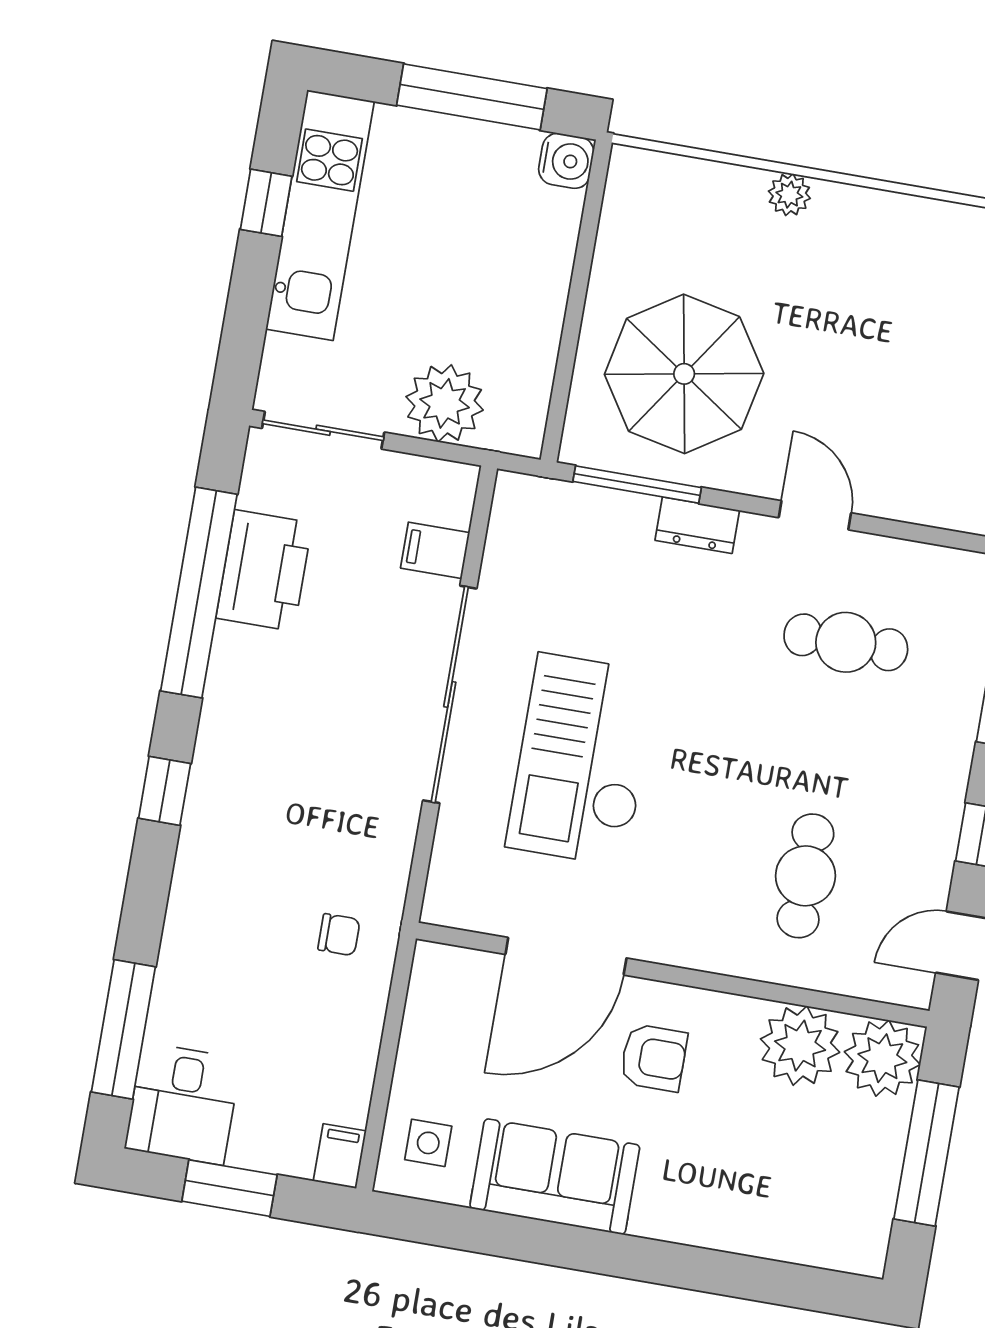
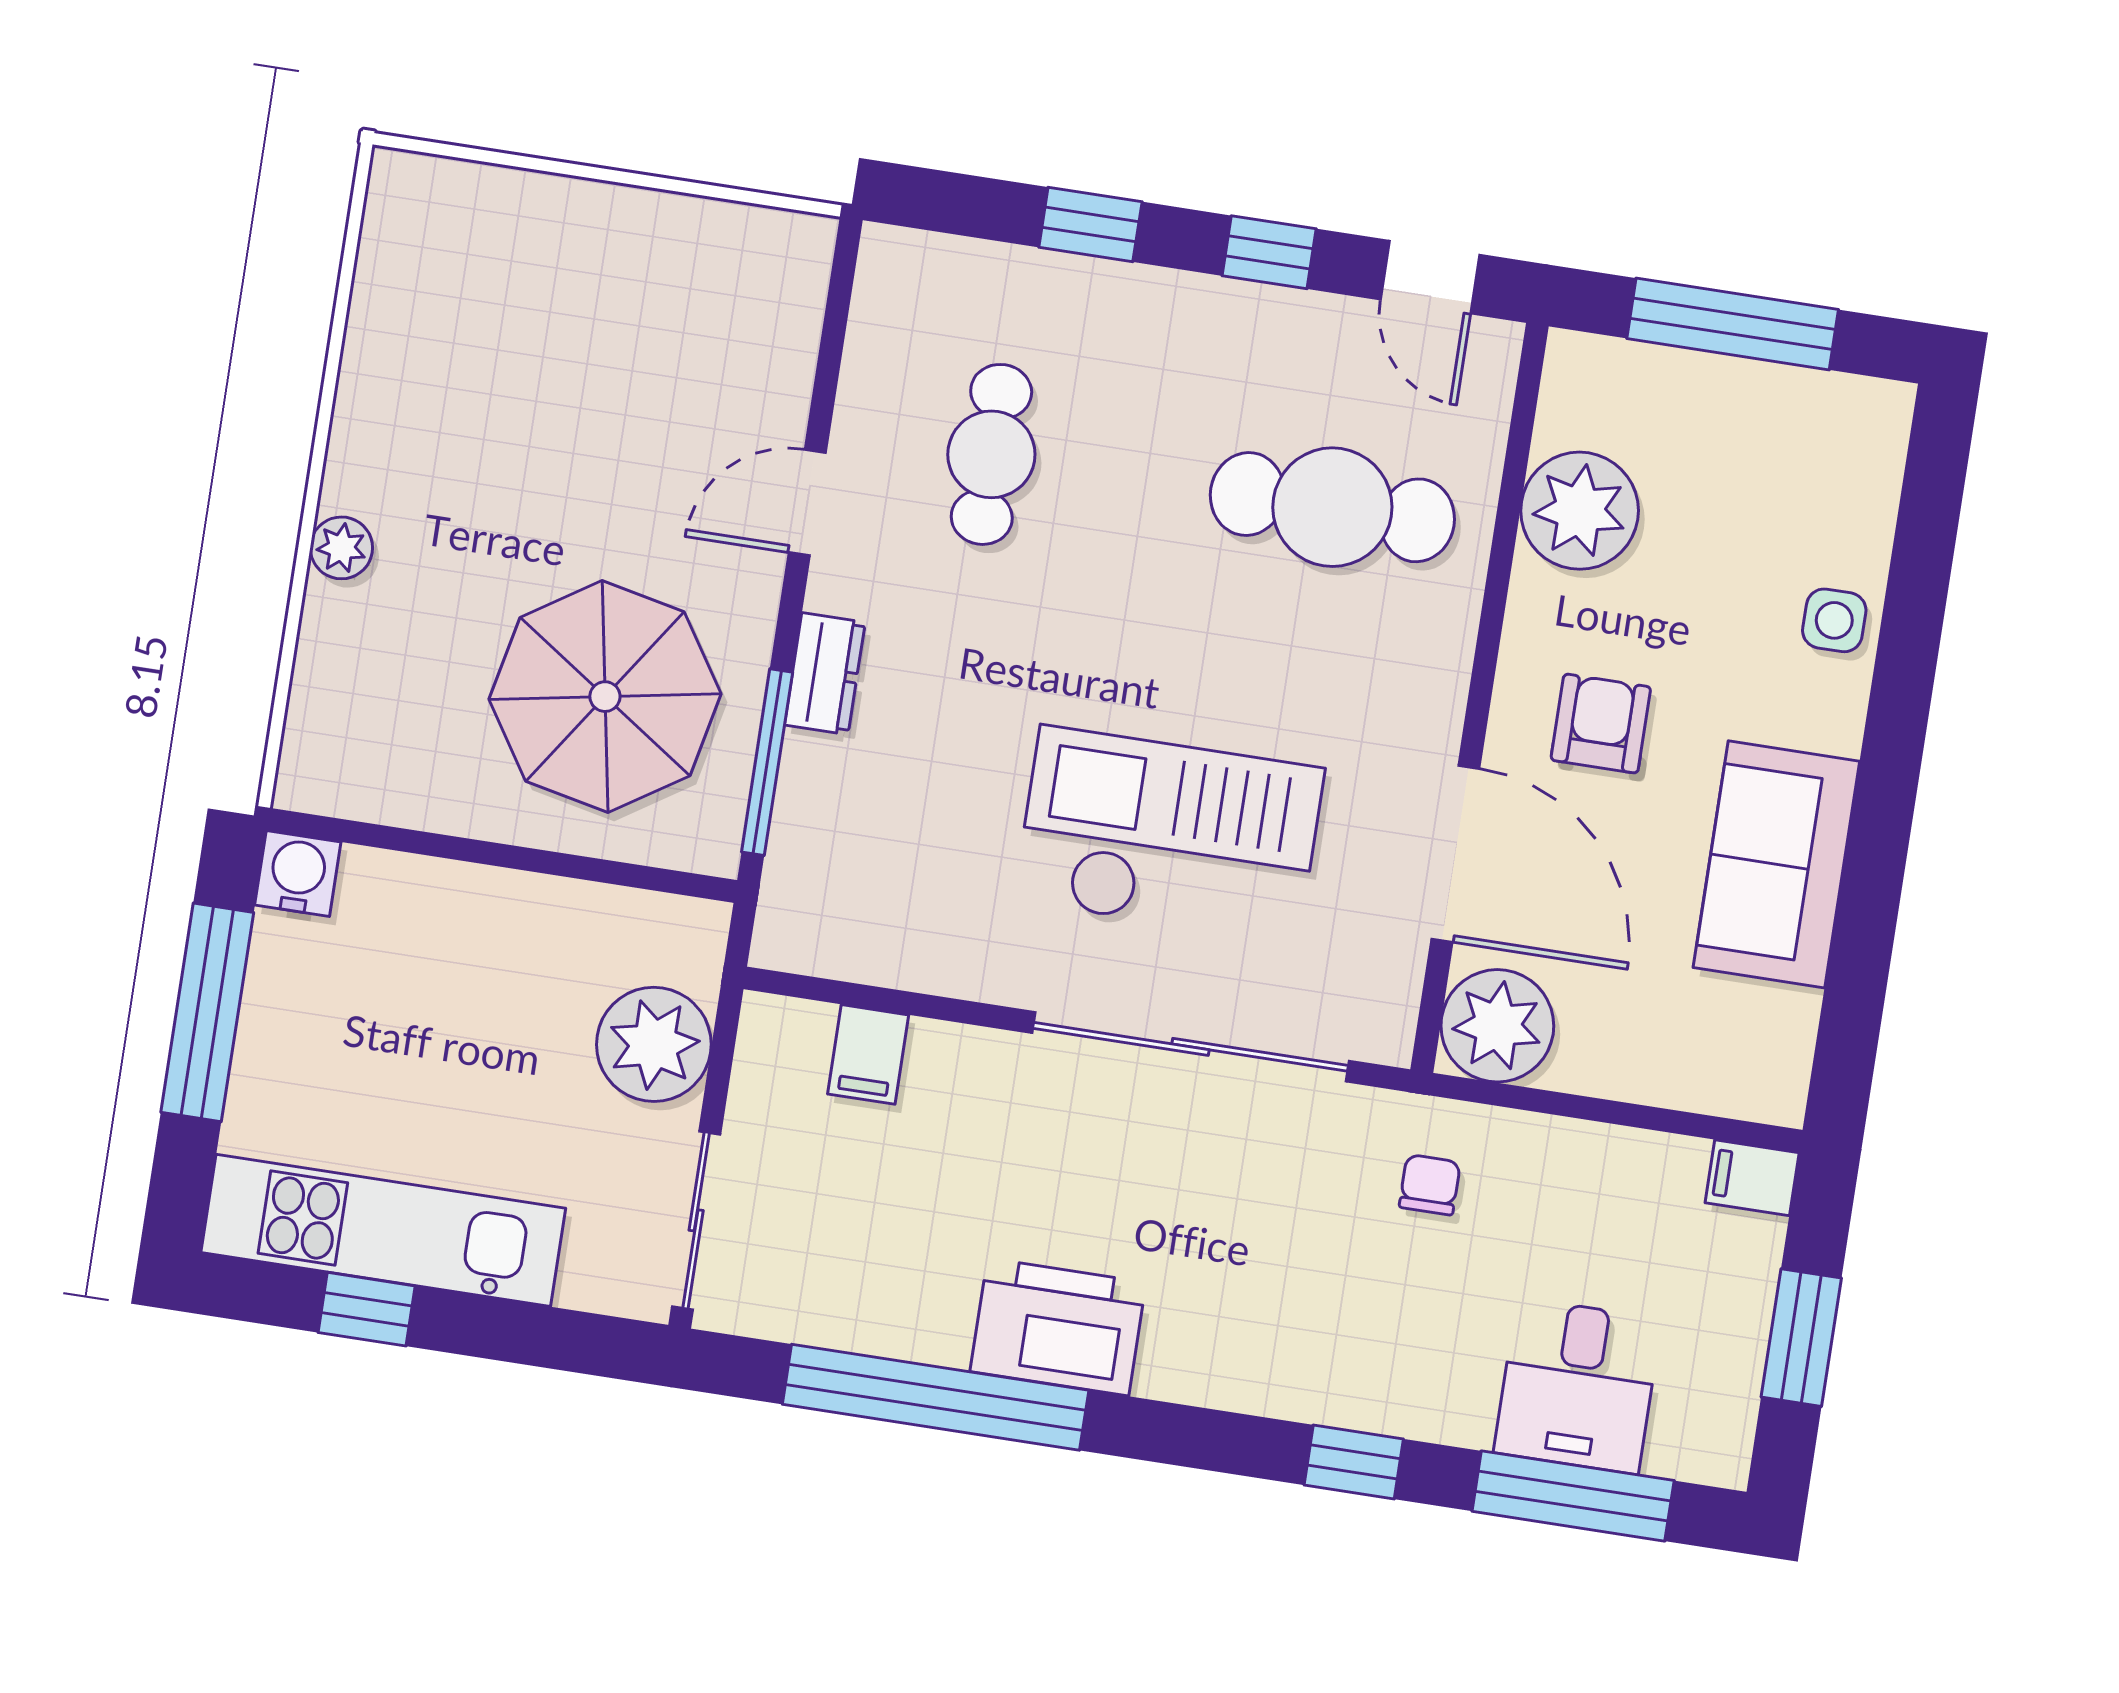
printer: (264, 570) -> (1058, 1327), moved
sliding door: (450, 694) -> (1191, 1047), moved
checkout: (582, 760) -> (1169, 835), turned 180
window: (165, 791) -> (1354, 1462), moved
cafe table: (805, 876) -> (1332, 507), width x1.37, depth x1.35
plant: (882, 1058) -> (1497, 1026), moved
desk: (183, 1104) -> (1578, 1386), moved, turned 90
side table: (428, 1143) -> (1834, 620), moved

